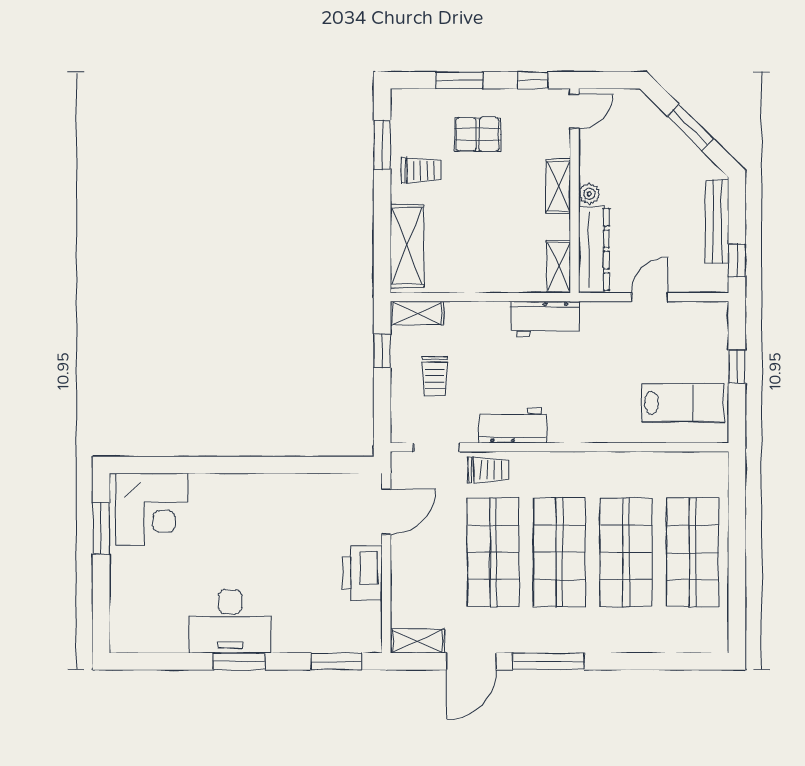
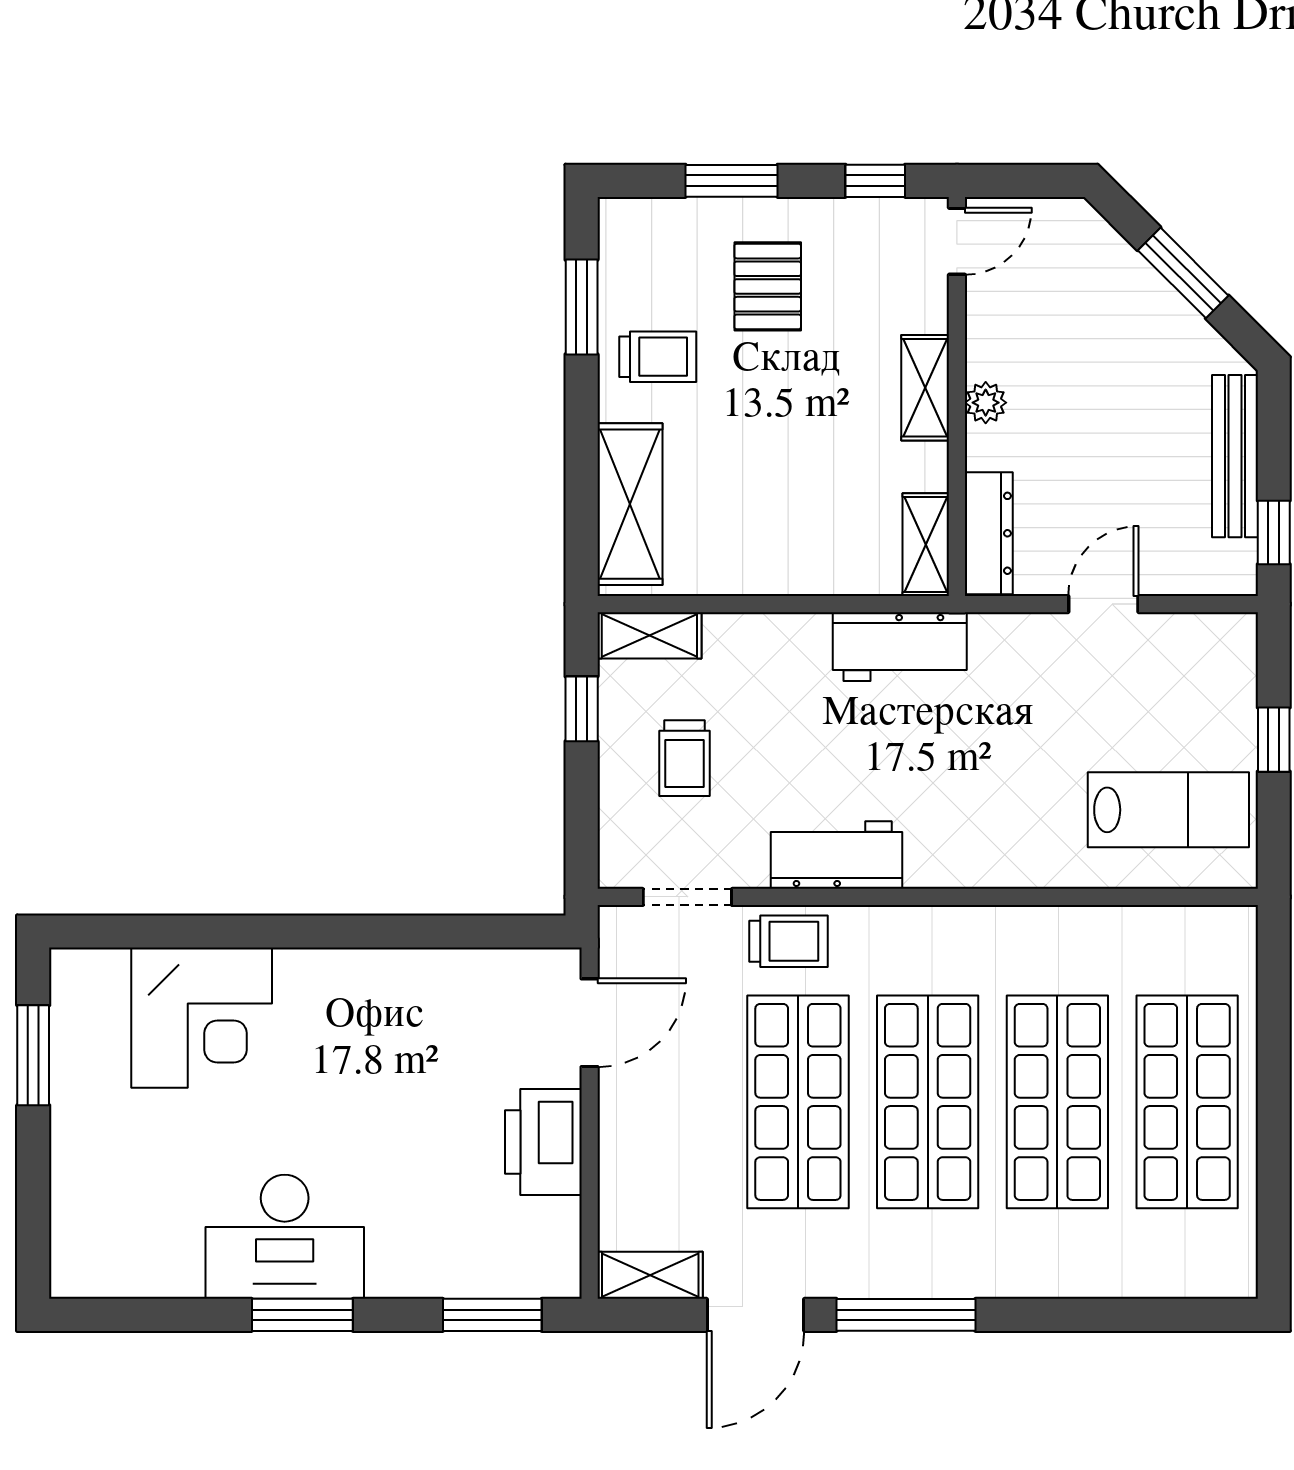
pallet: (478, 134) -> (768, 286), turned 90
dresser: (594, 249) -> (989, 533), width x0.73, depth x0.80
corner desk: (152, 509) -> (202, 1018), moved

